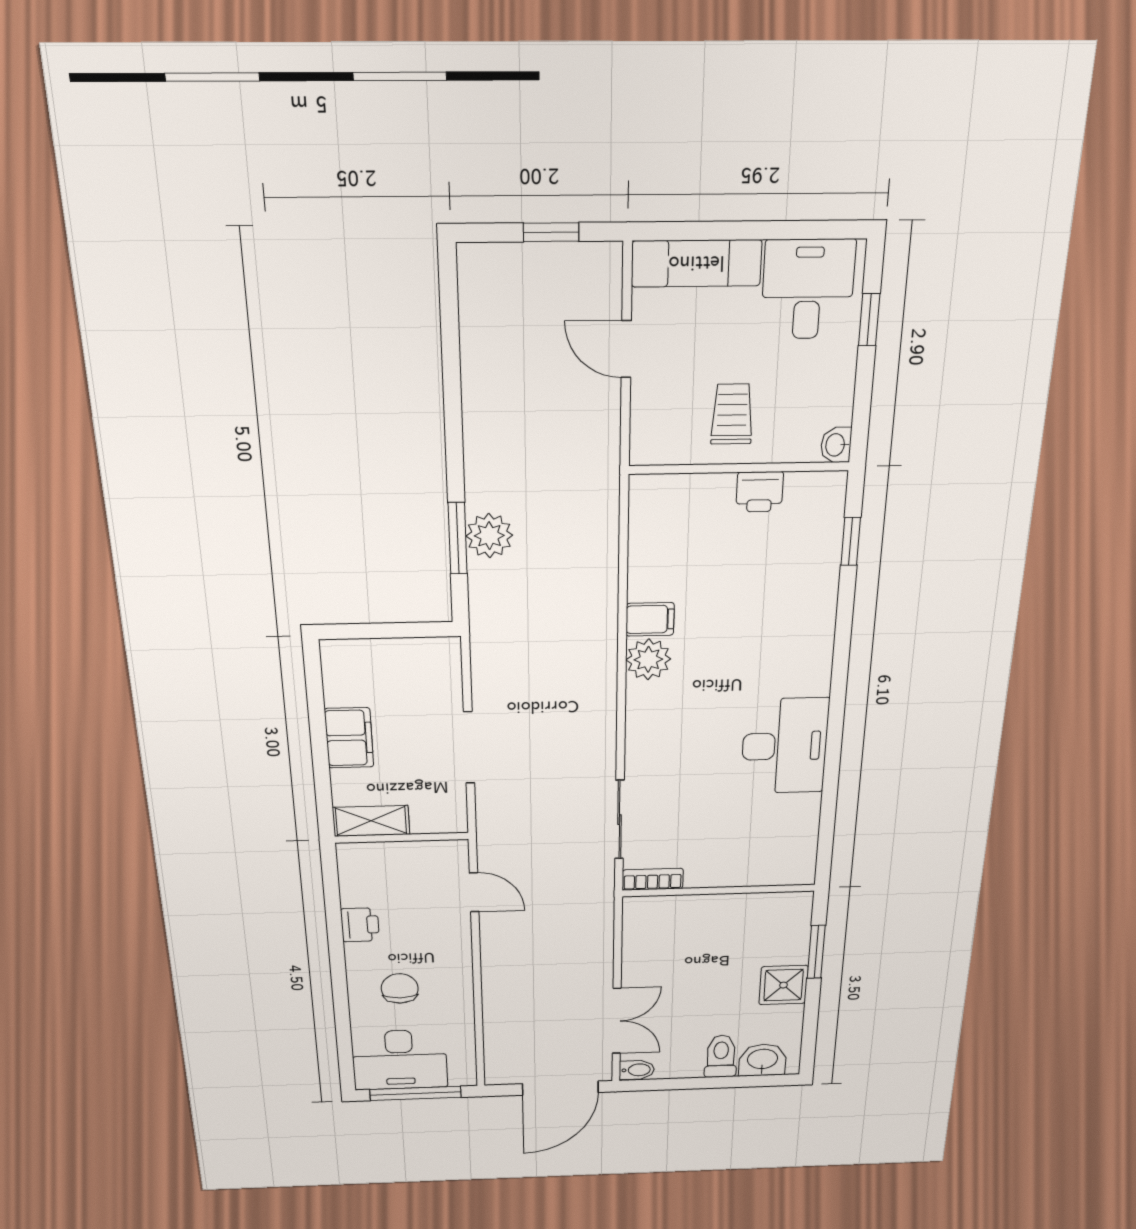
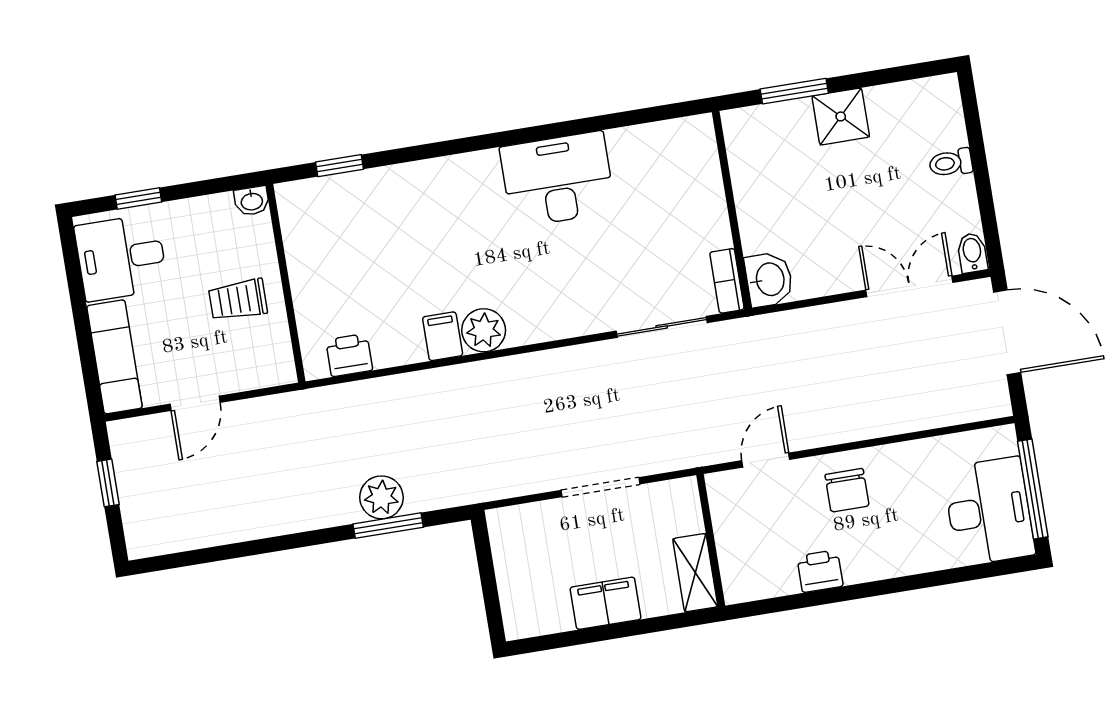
printer: (760, 492) -> (349, 355), moved, turned -90
chair: (400, 988) -> (847, 490), moved, turned -90
toilet: (721, 1056) -> (951, 163), width x0.73, depth x0.72
washbasin: (762, 1060) -> (769, 279), moved, turned 180

